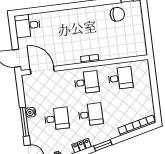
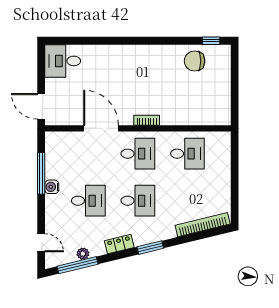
chair: (117, 14) -> (195, 61), turned 180
door: (42, 70) -> (101, 128), moved
window: (24, 122) -> (41, 173), moved

